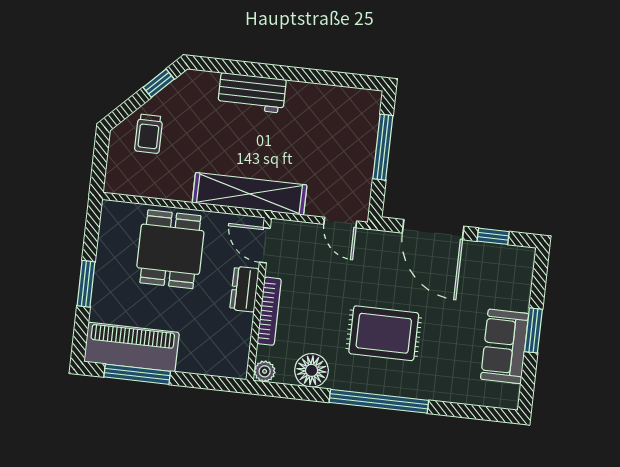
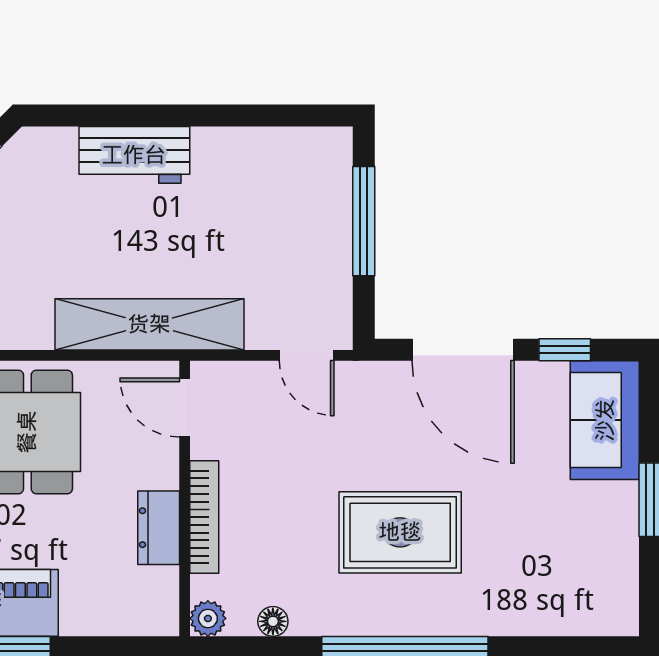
dresser: (244, 289) -> (159, 528), moved
sofa: (505, 346) -> (605, 420), moved
floor lamp: (312, 370) -> (273, 621), width x0.53, depth x0.53

